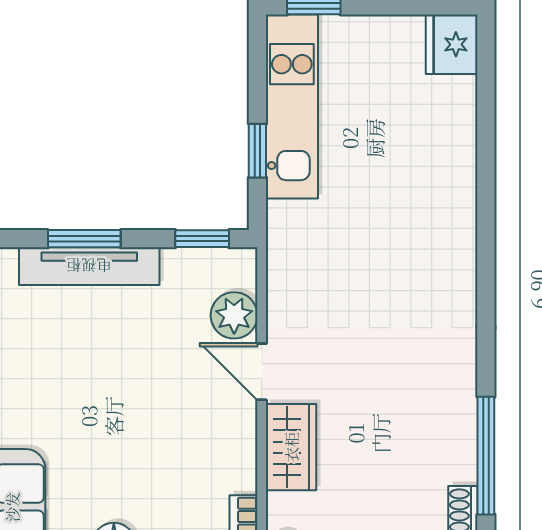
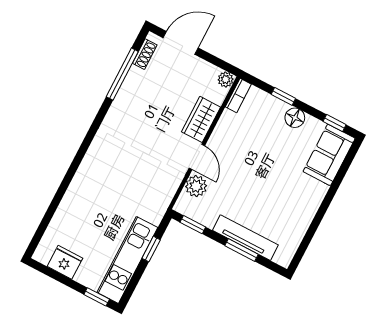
fridge: (452, 44) -> (65, 262), moved, turned -90

